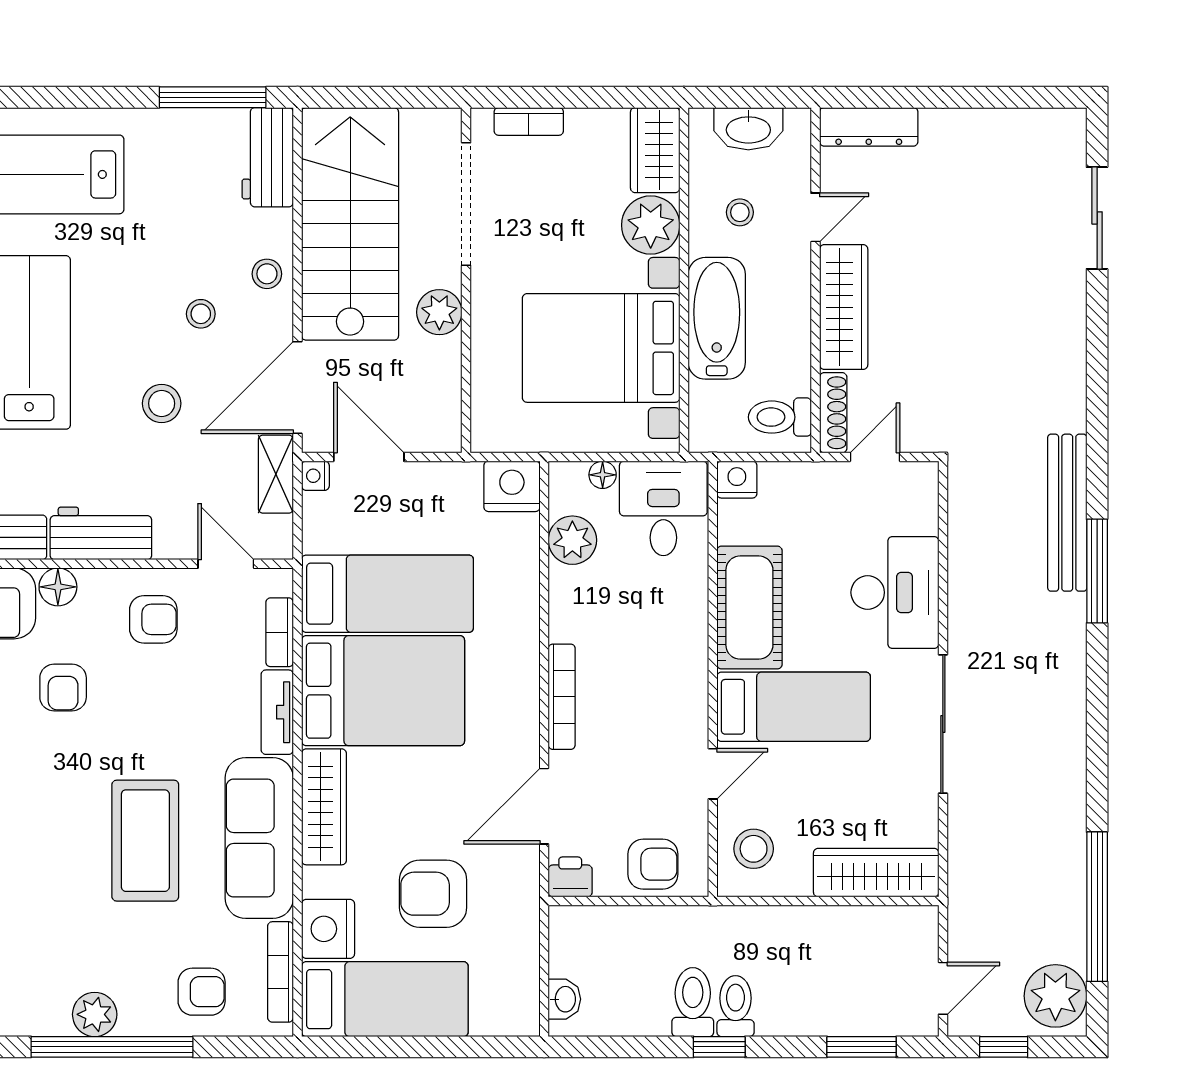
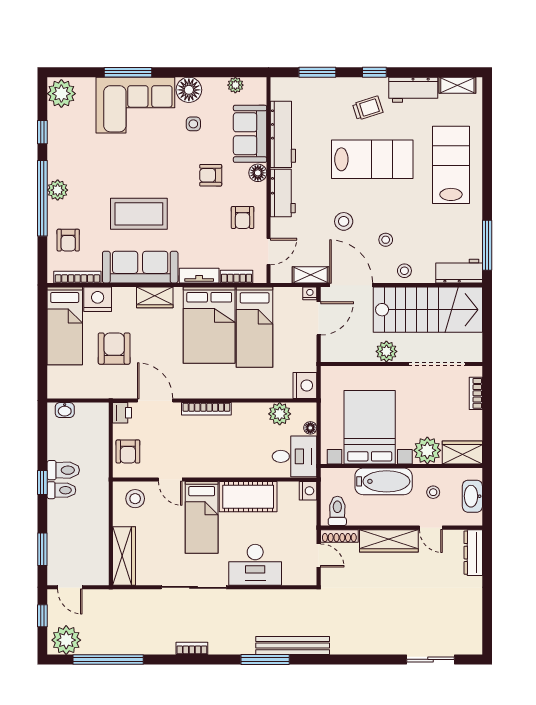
bookcase: (1073, 728) -> (192, 648), added
wardrobe: (324, 807) -> (155, 297), width x0.67

